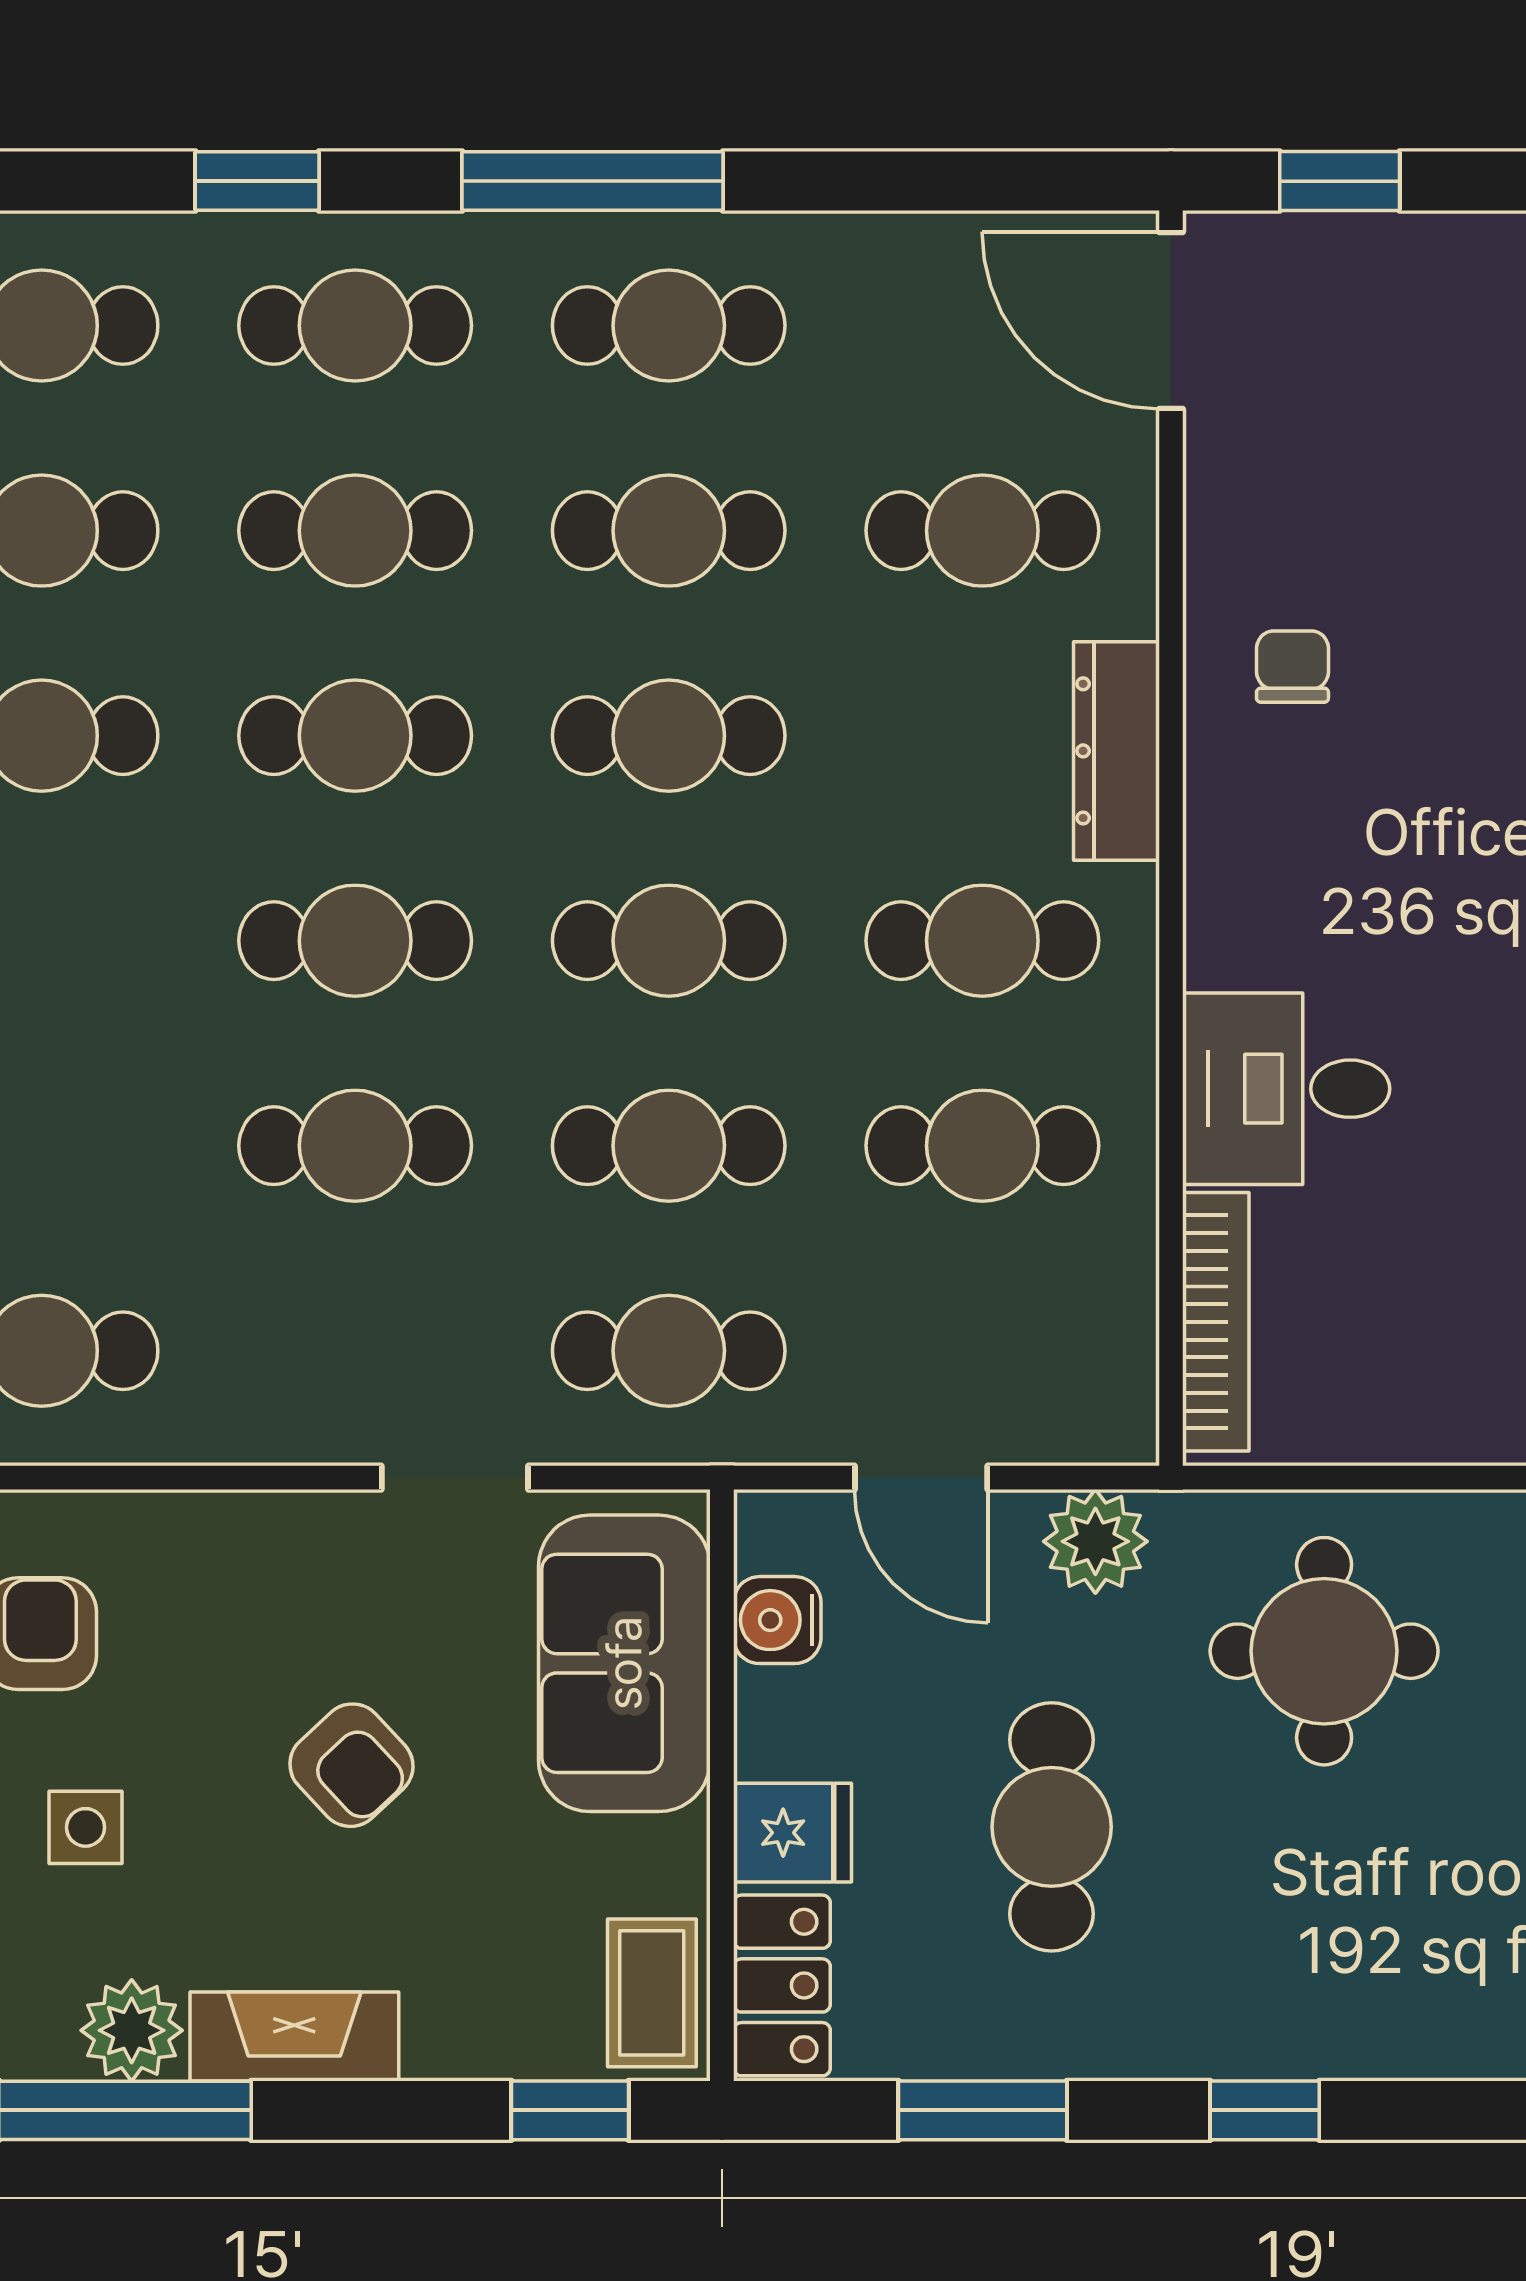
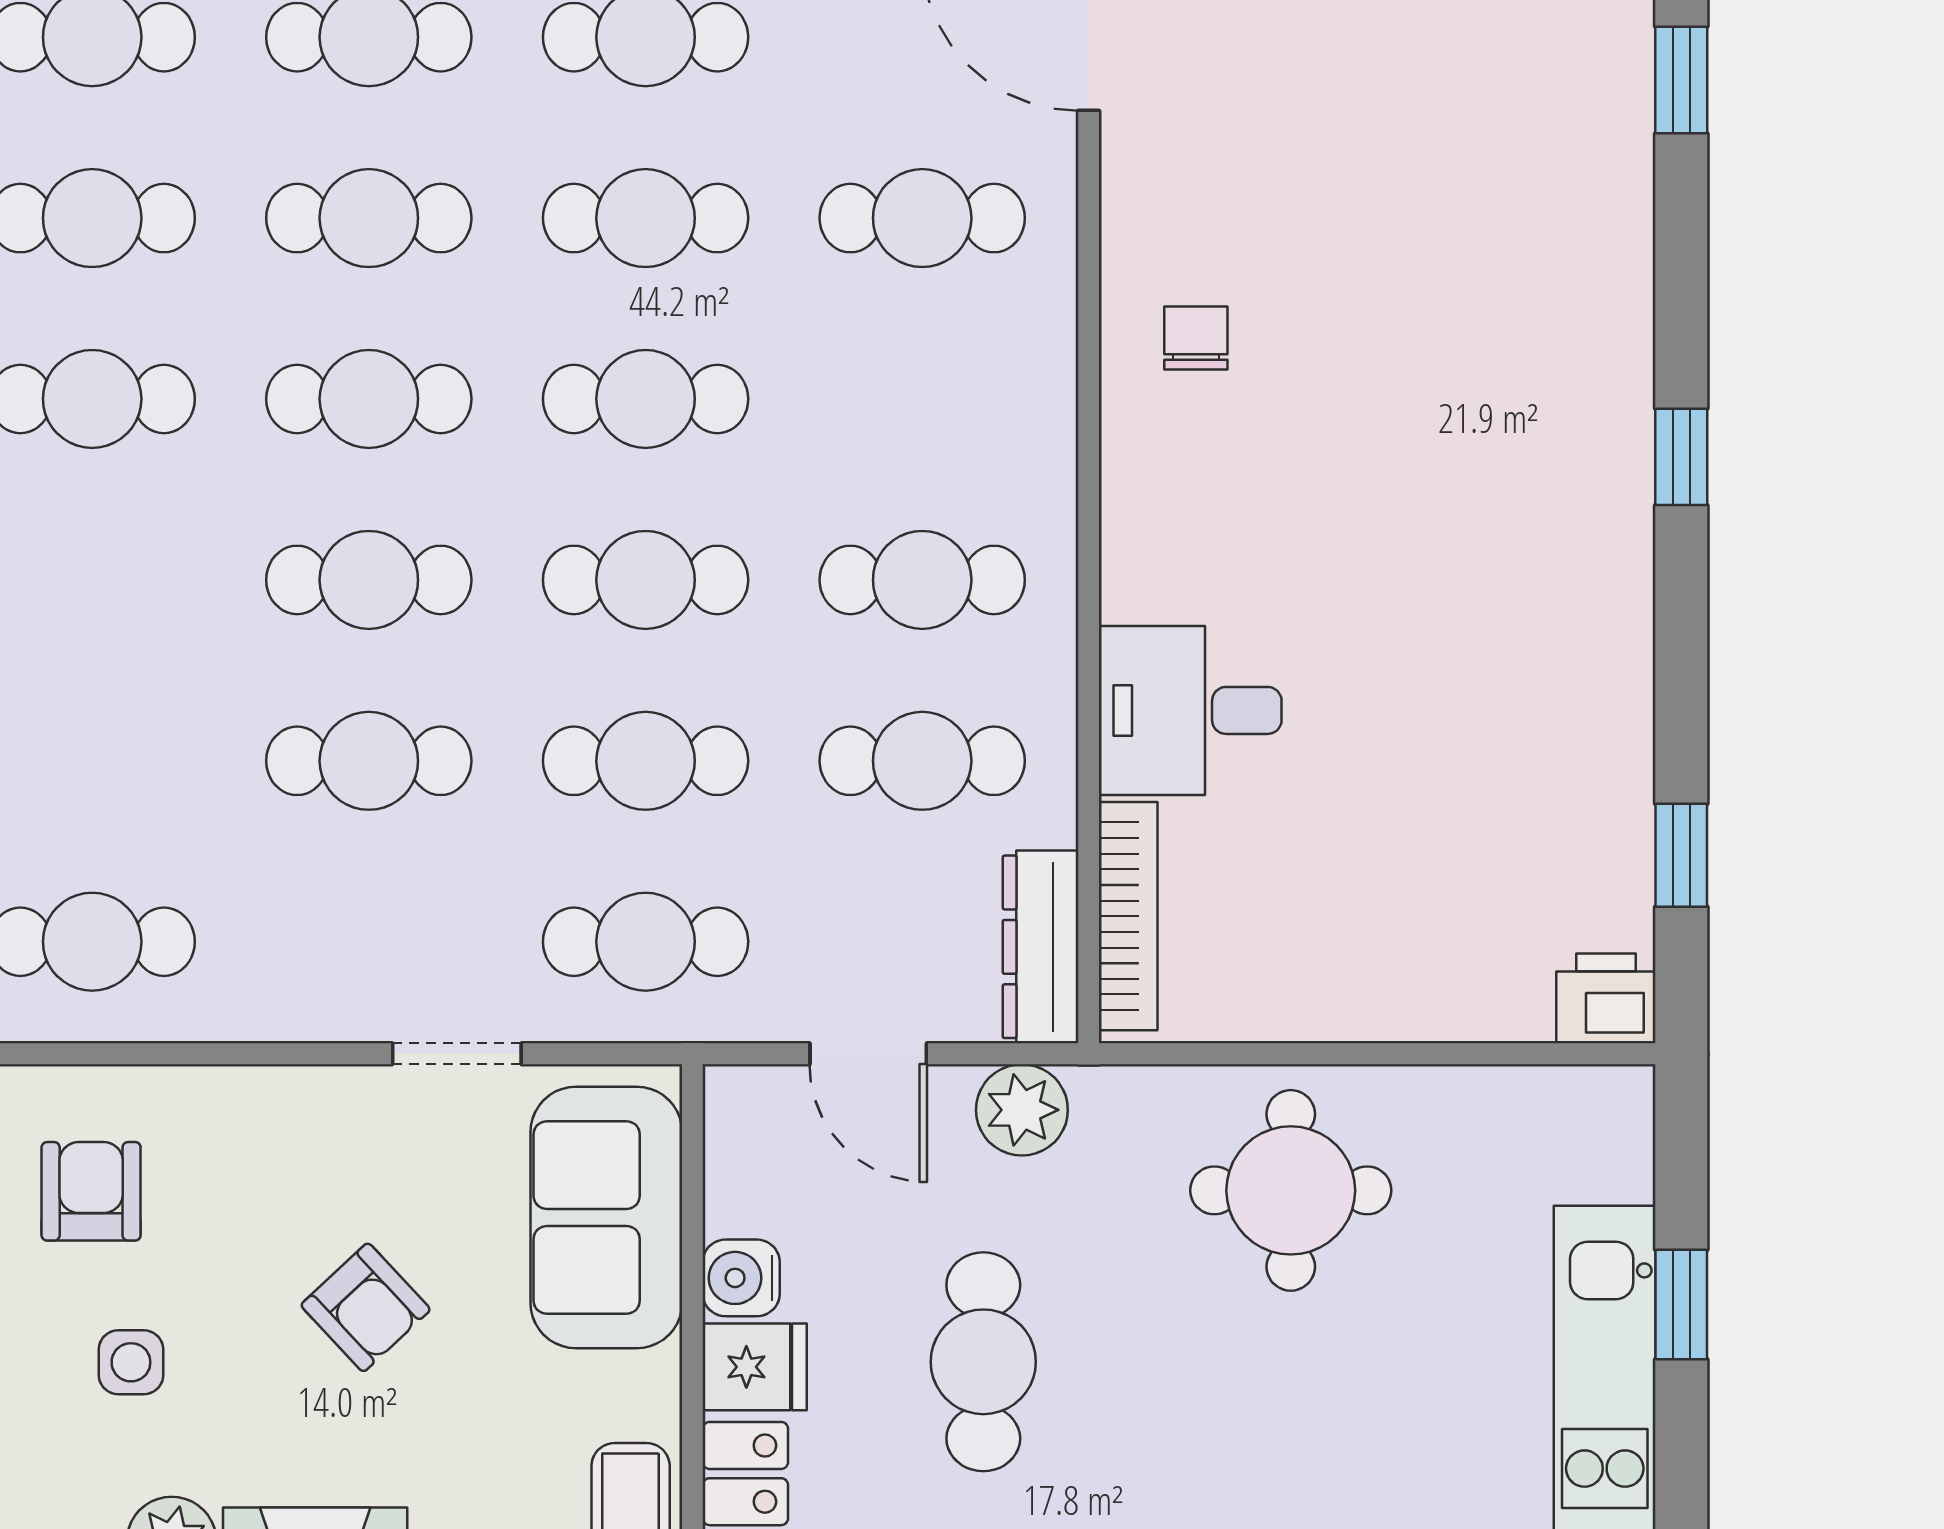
dresser: (1116, 751) -> (1041, 947), moved
water cooler: (777, 1620) -> (741, 1278), moved
round table: (1324, 1651) -> (1291, 1190), moved

